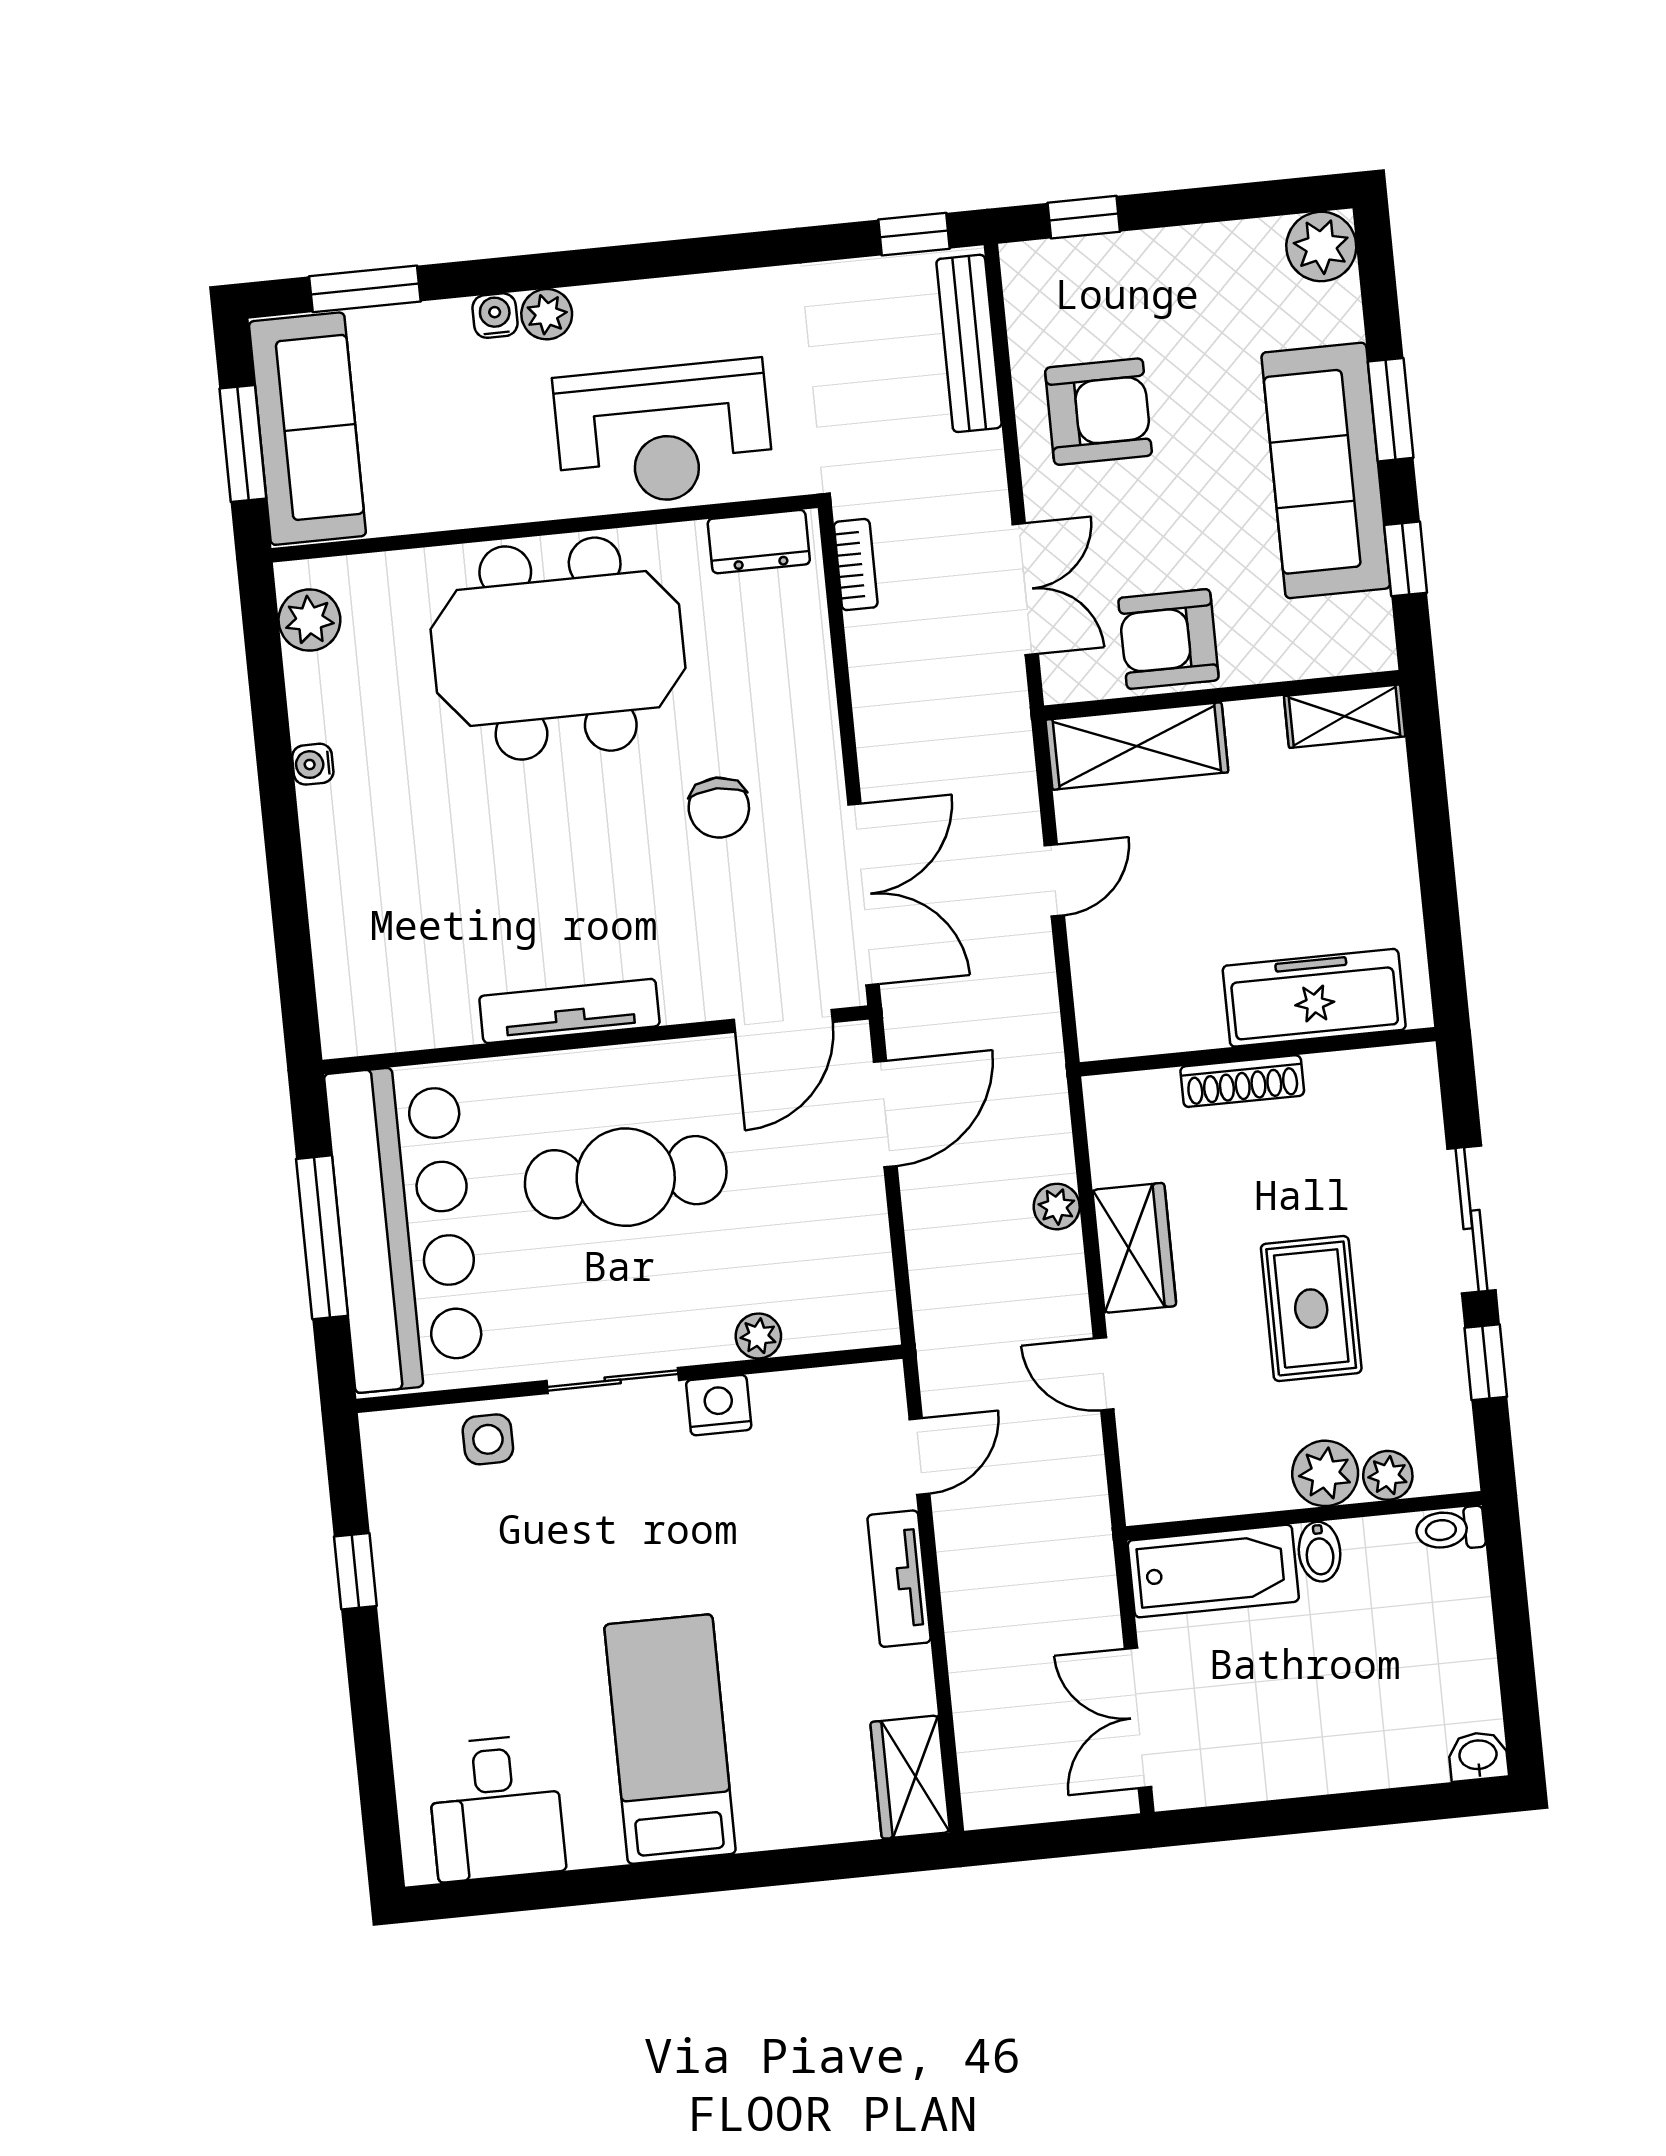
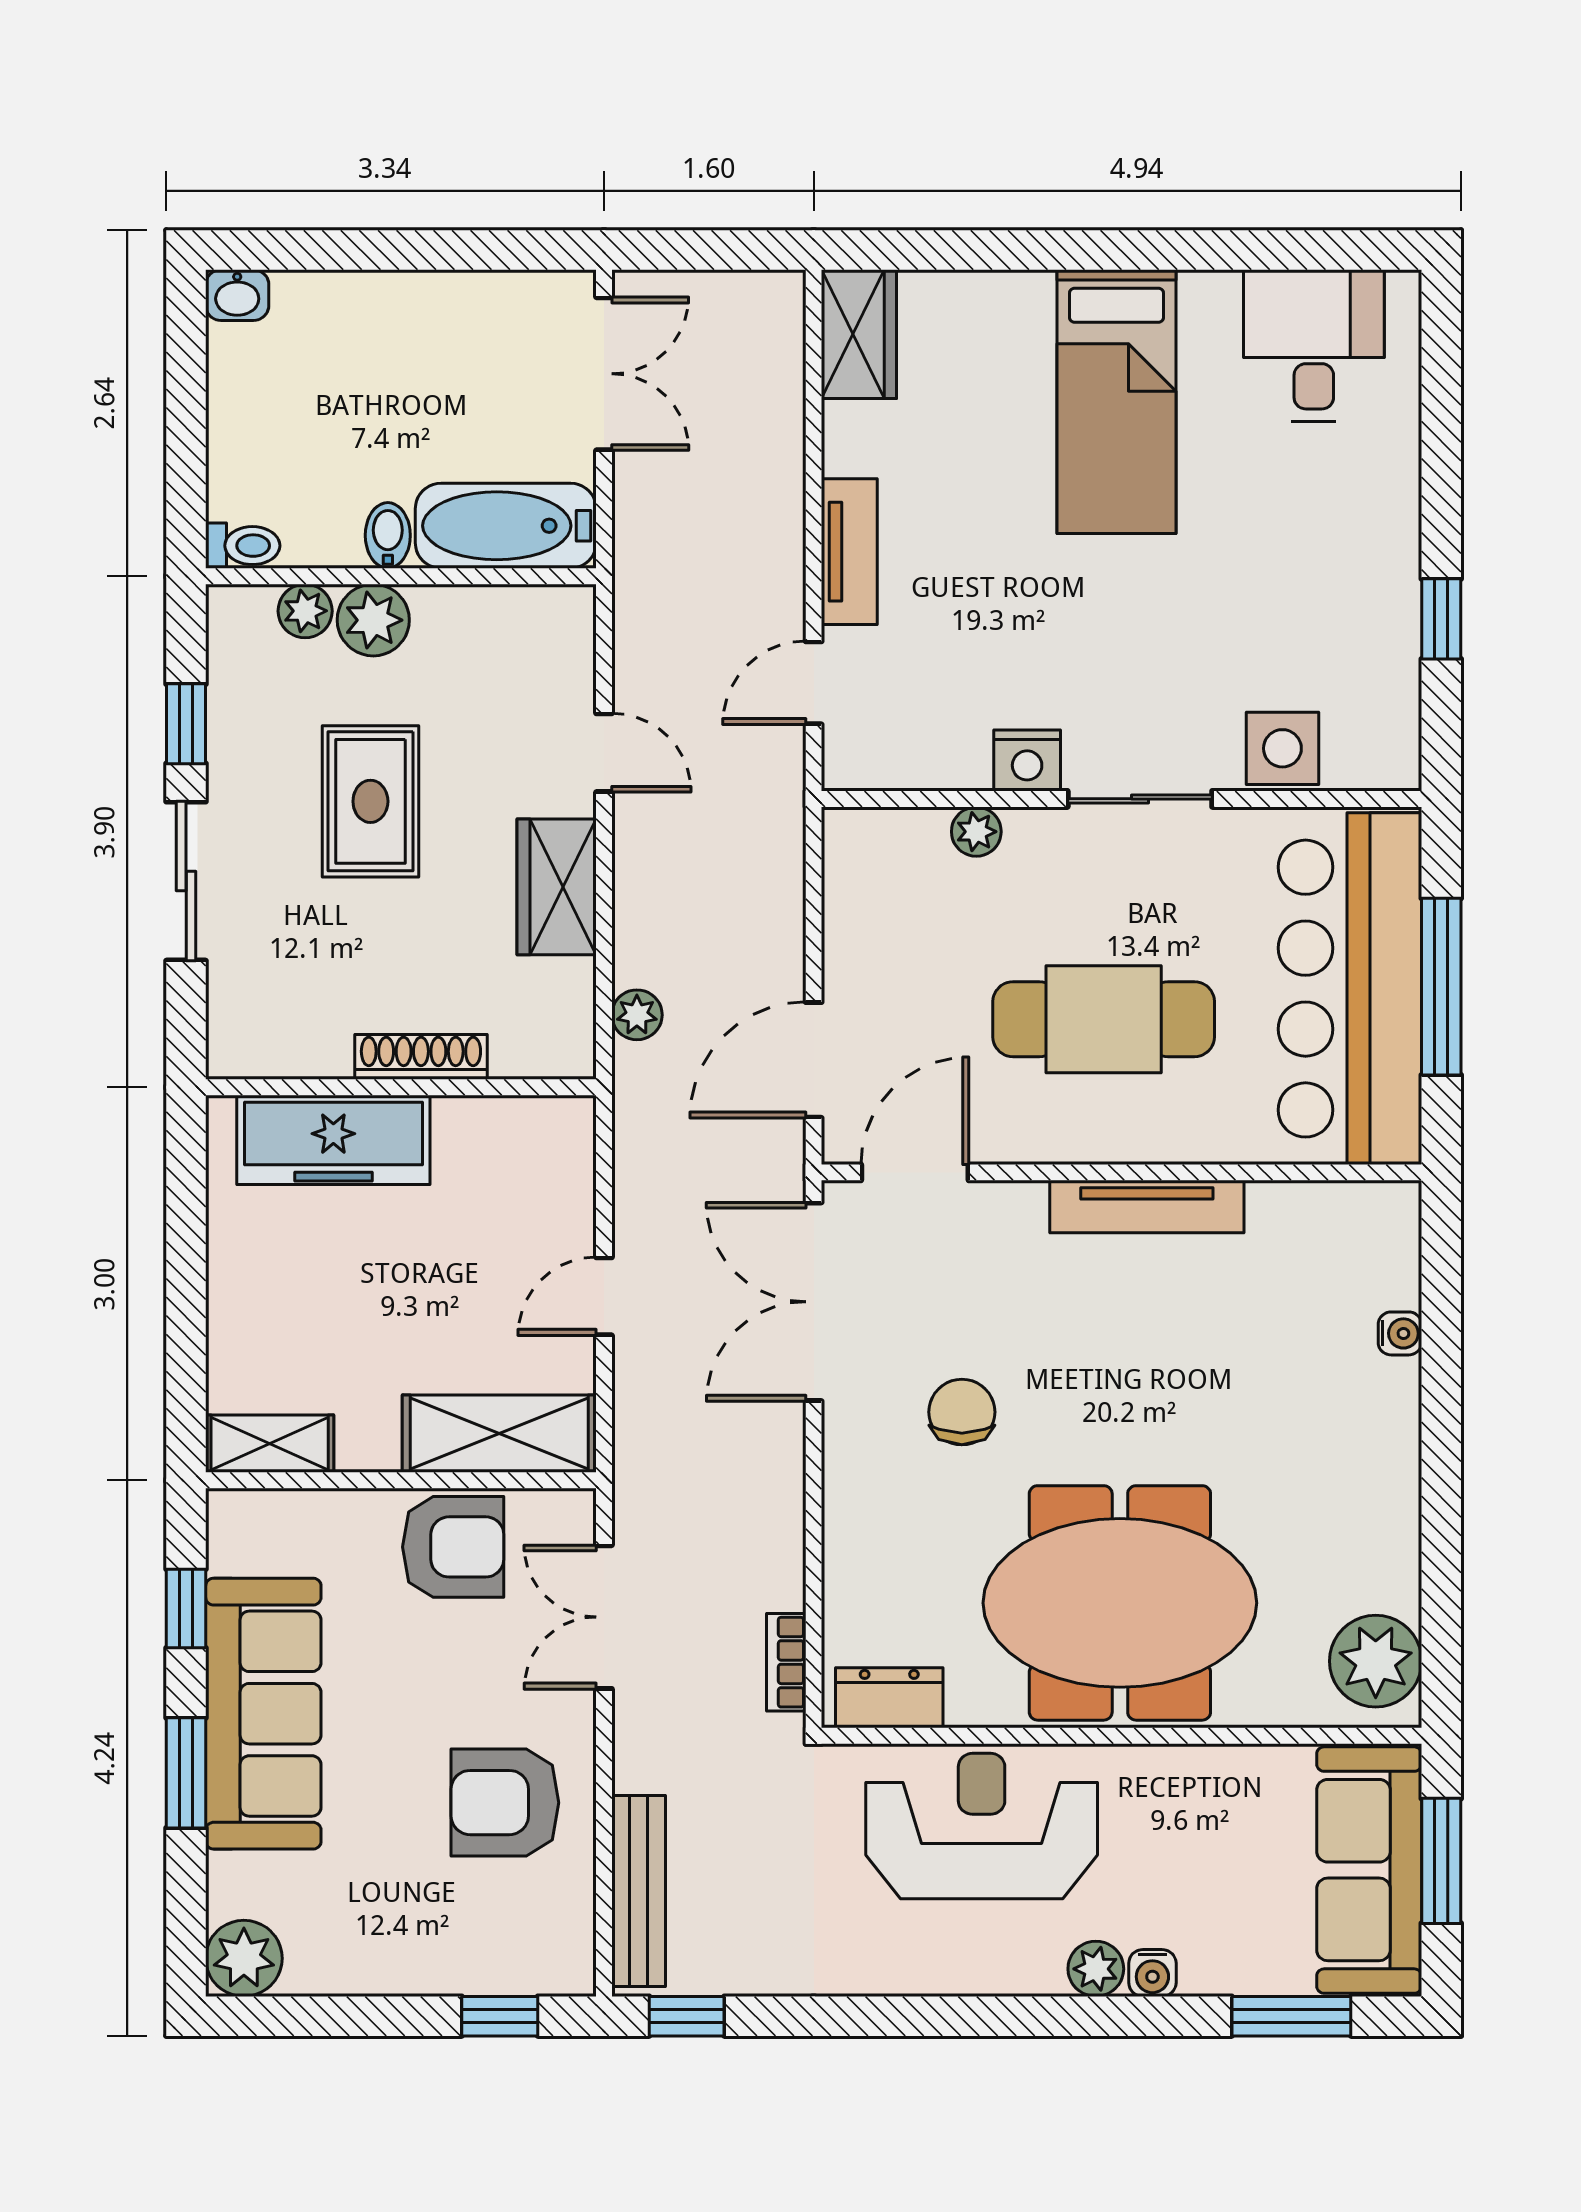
plant: (309, 620) -> (1376, 1661), width x1.36, depth x1.36
water cooler: (313, 764) -> (1400, 1333), moved
plant: (1057, 1207) -> (637, 1015), moved
side table: (488, 1439) -> (1282, 748), width x1.37, depth x1.37

